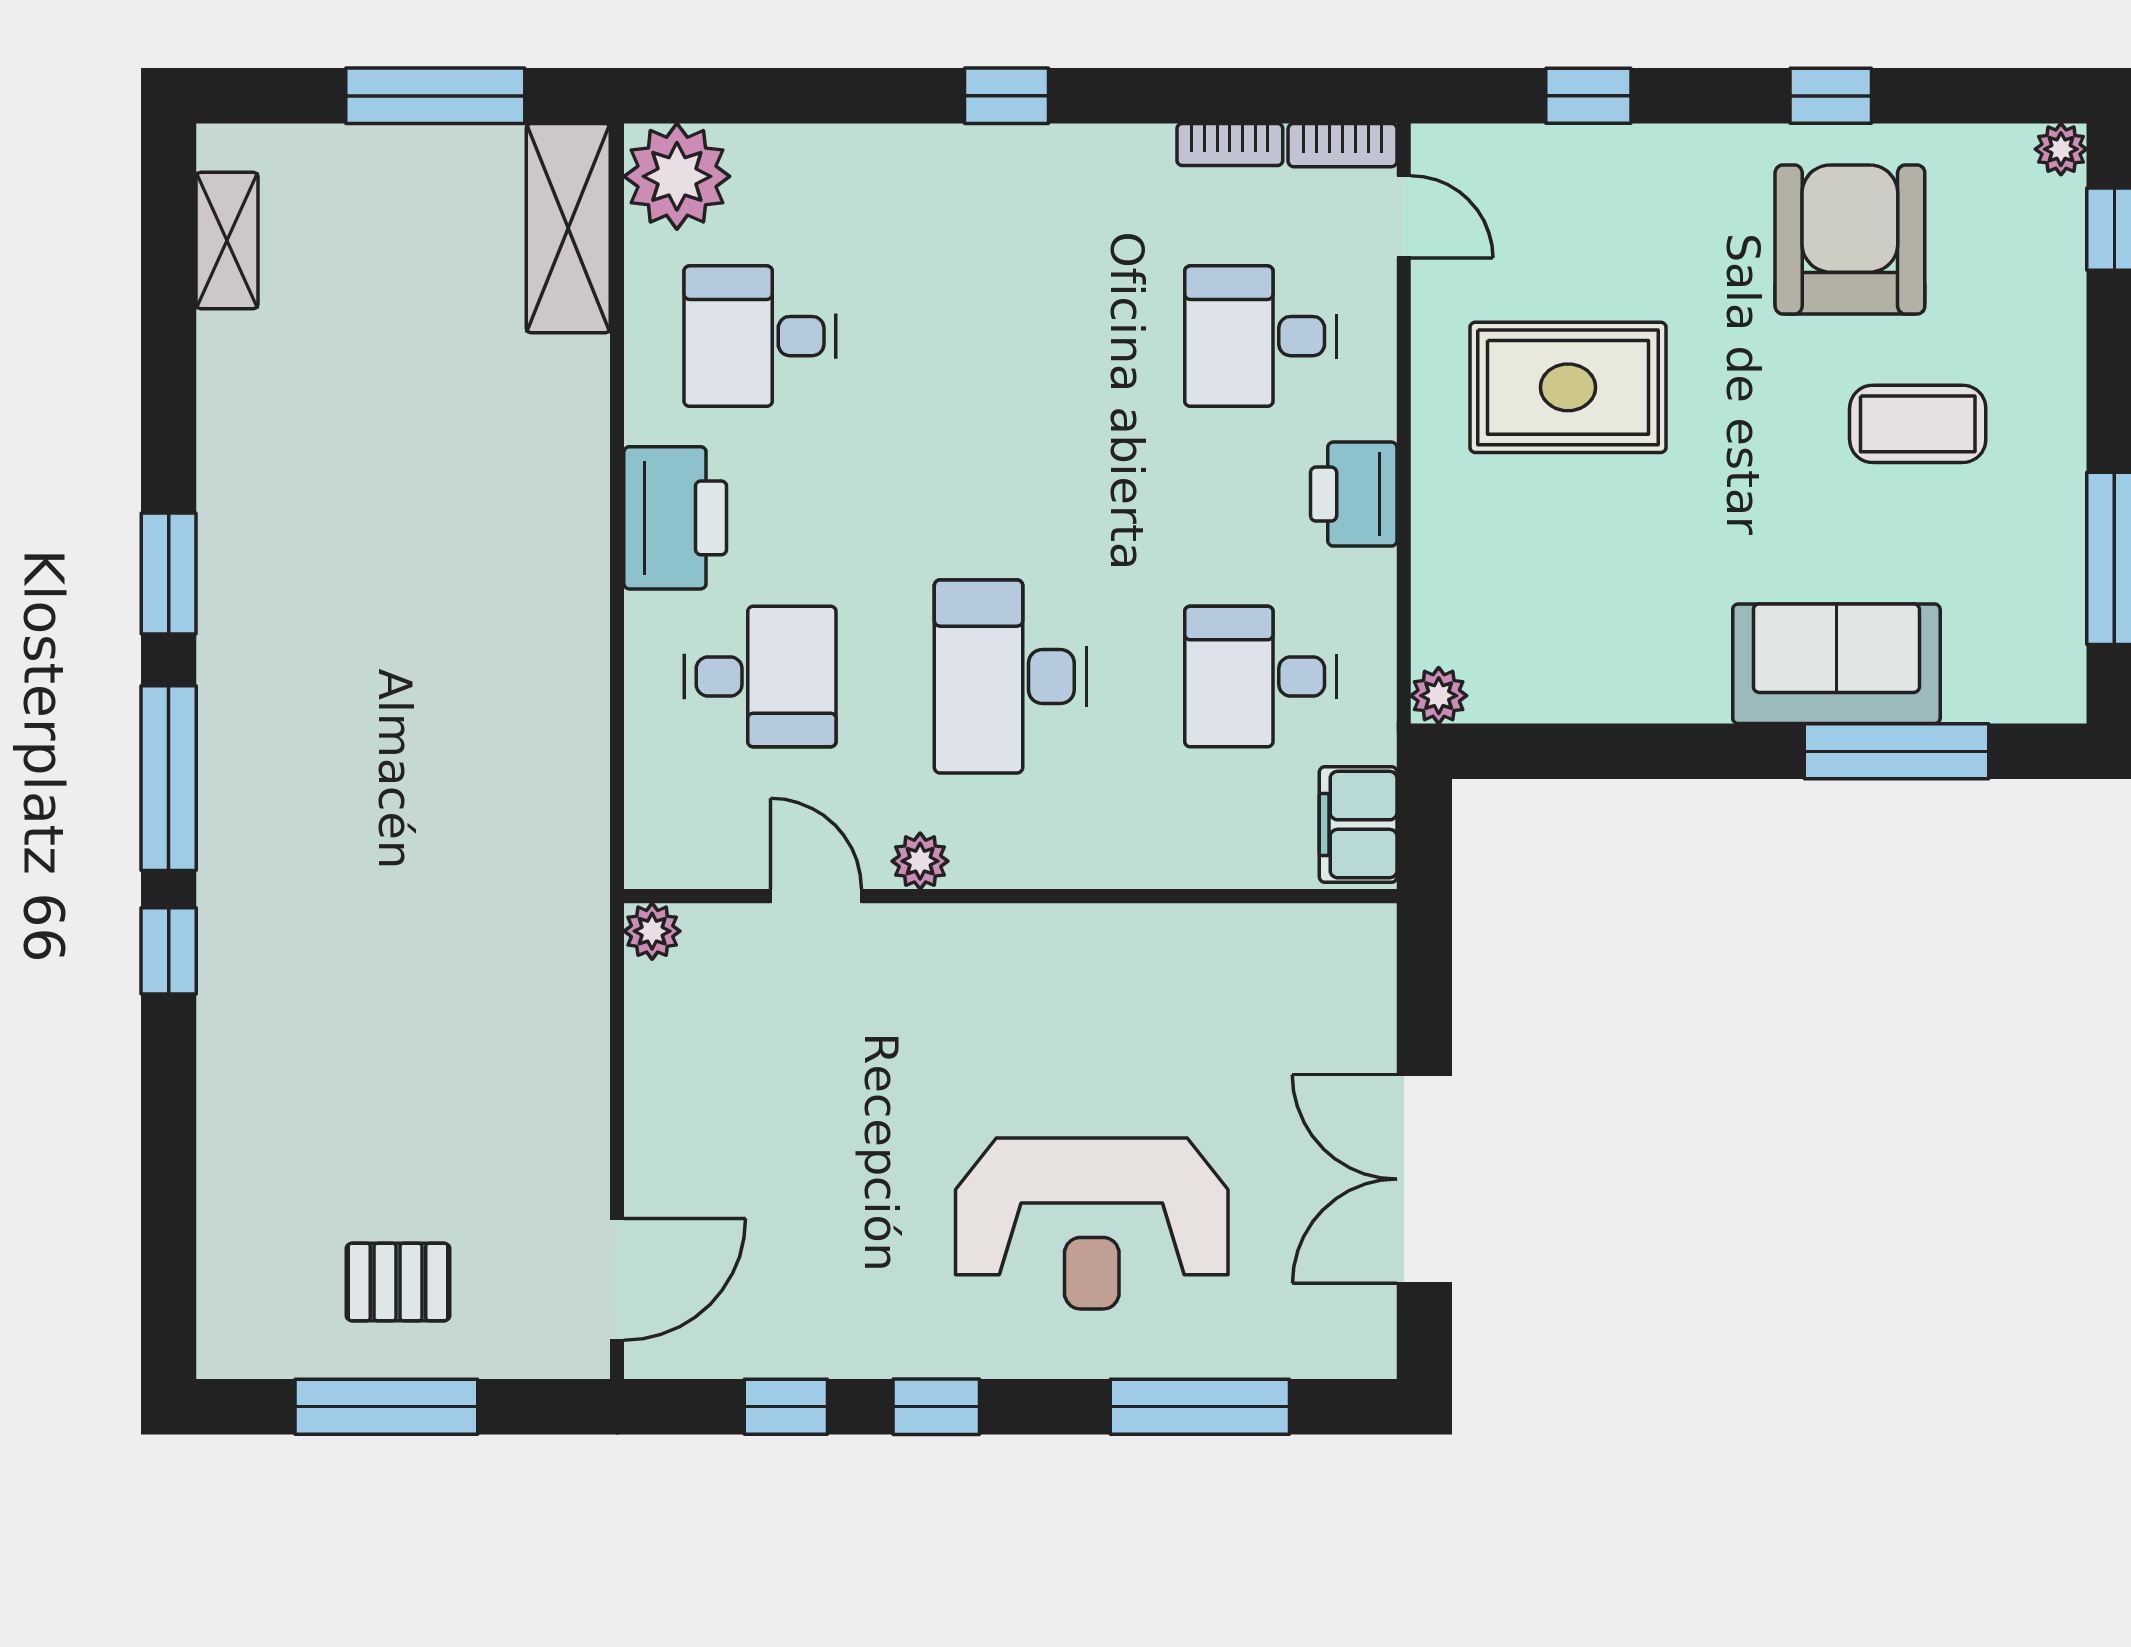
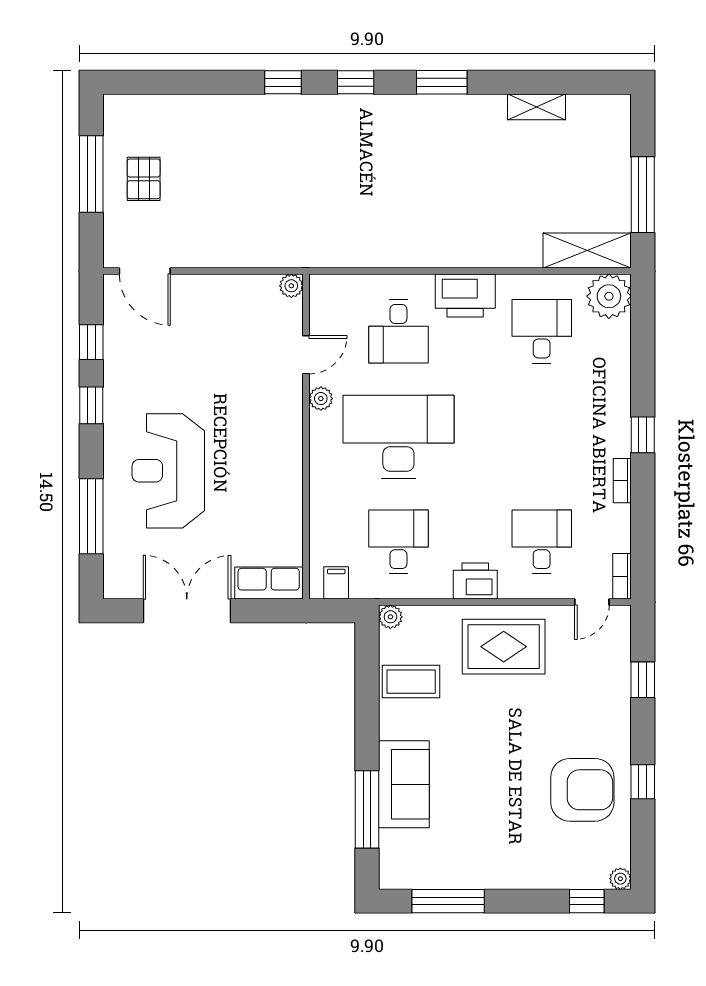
bookcase: (1230, 145) -> (622, 481), moved
shelving: (227, 241) -> (537, 107), moved
rug: (1568, 387) -> (504, 647), moved, turned 90
coffee table: (1918, 424) -> (411, 682), moved, turned 90
desk: (1010, 676) -> (398, 437), width x1.36, depth x1.30
window: (169, 778) -> (356, 82), width x0.46
filing cabinet: (1358, 825) -> (336, 583), width x0.50
row of seats: (1358, 985) -> (269, 583), added

